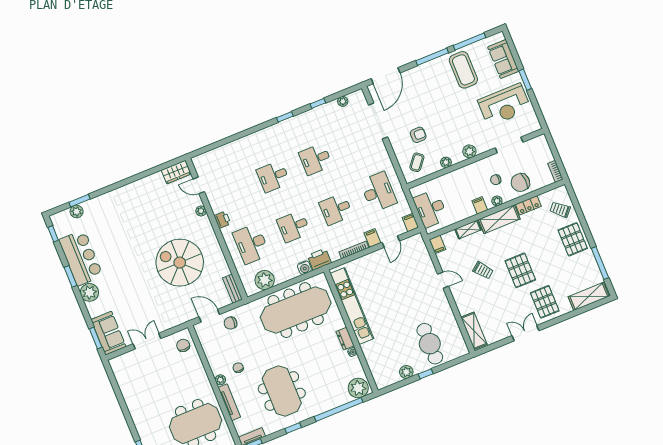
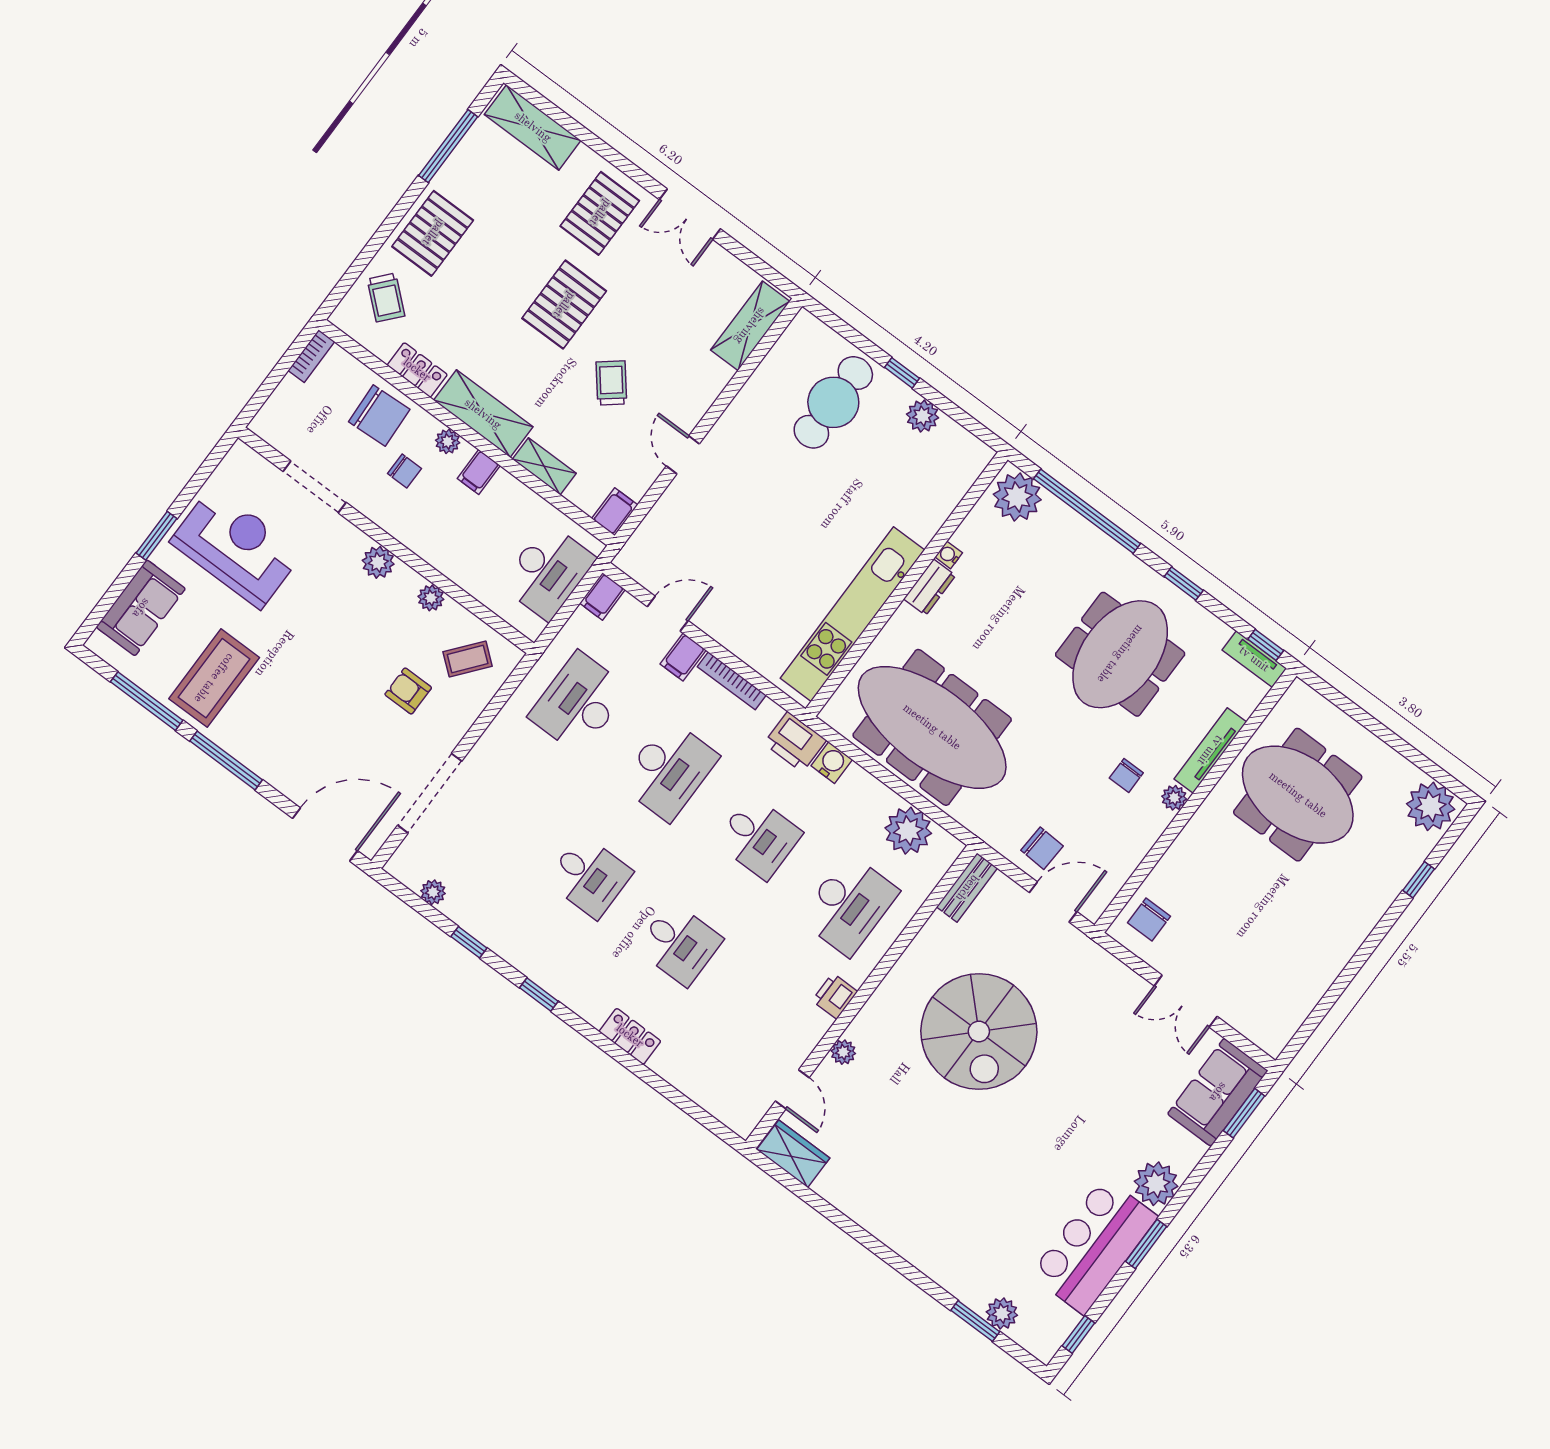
locker: (251, 140) -> (630, 1036), added
desk: (336, 209) -> (669, 770), width x1.37
door: (209, 316) -> (1053, 902), swing flipped

